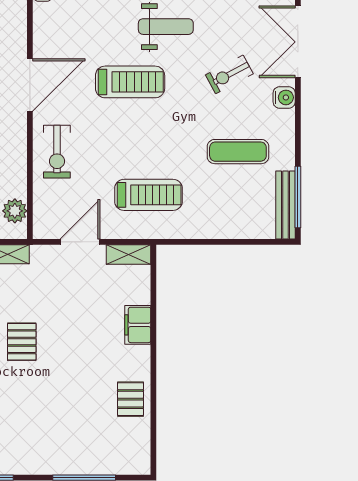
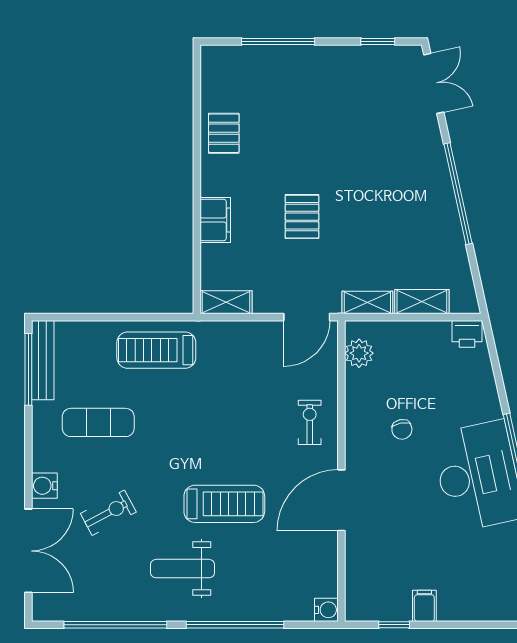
treadmill: (130, 82) -> (224, 504), turned 180
exercise bike: (57, 152) -> (310, 422), width x0.73, depth x0.72
treadmill: (149, 195) -> (156, 350), moved
door: (80, 242) -> (307, 317), moved
pallet: (22, 342) -> (302, 217), moved

